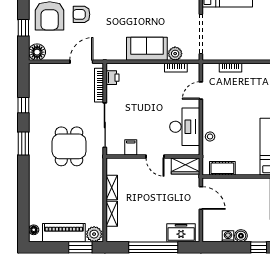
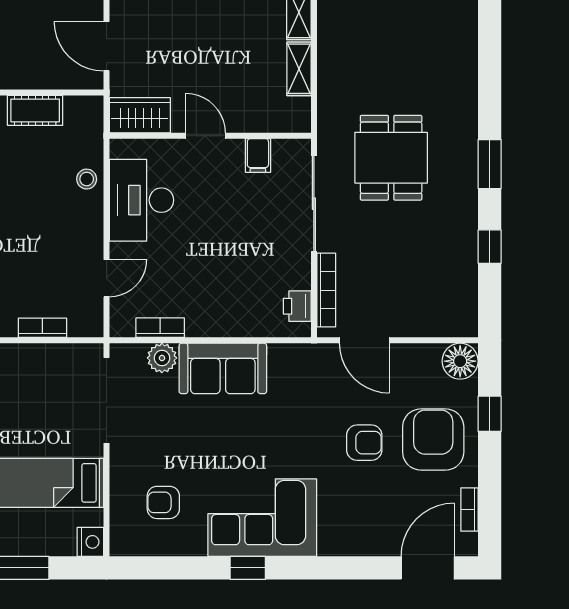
door: (81, 62) -> (364, 340), hinge flipped
cot: (222, 168) -> (35, 110), moved

